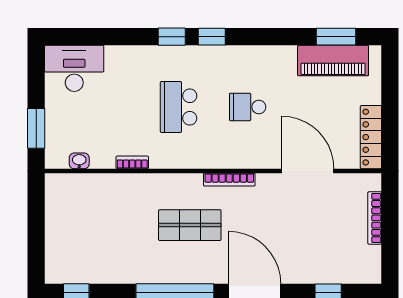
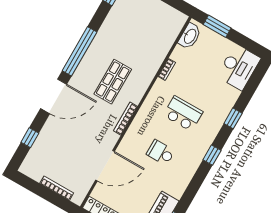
window: (172, 37) -> (233, 118), moved
school desk: (248, 107) -> (161, 153), turned -90
washbasin: (79, 161) -> (190, 36), width x1.91, depth x1.45

